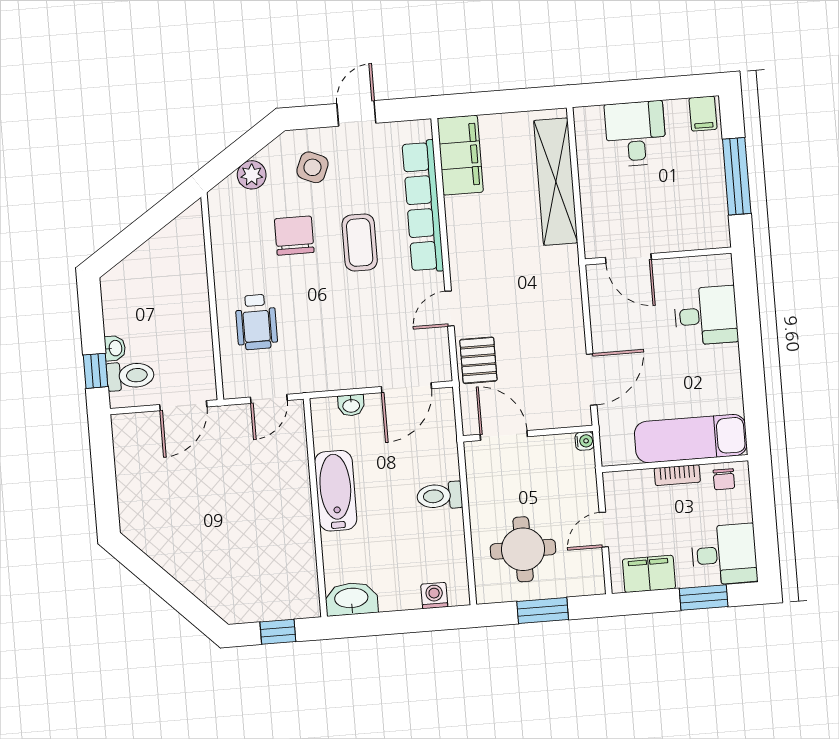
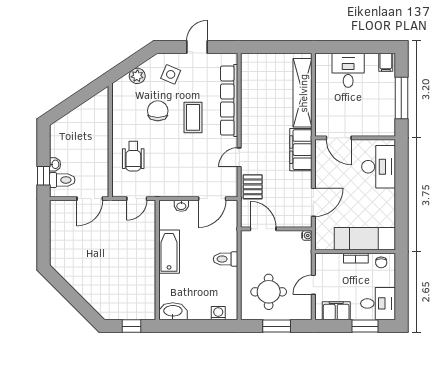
filing cabinet: (460, 155) -> (301, 150), moved, turned 180
desk: (706, 316) -> (379, 167), width x1.37

